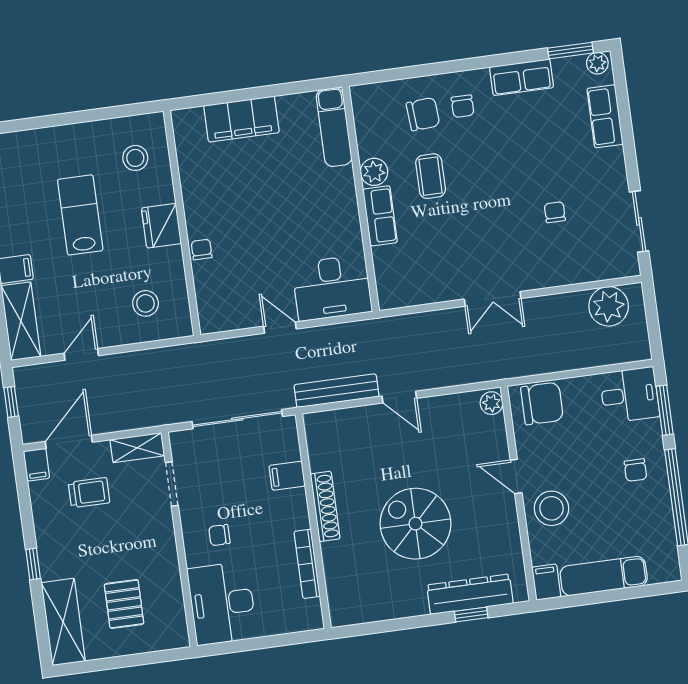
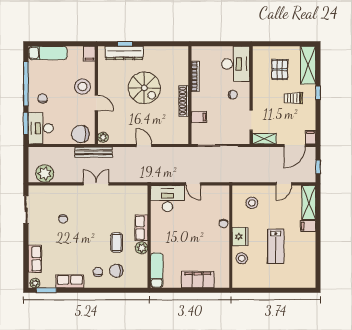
stool: (135, 158) -> (242, 258), moved
bench: (336, 391) -> (93, 152), moved
desk: (629, 395) -> (41, 128), width x1.37
trolley: (89, 493) -> (293, 98), moved
exam couch: (604, 576) -> (48, 53), moved

